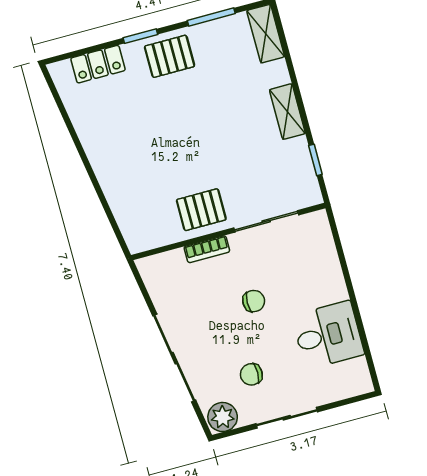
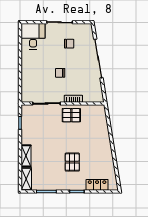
pallet: (170, 56) -> (72, 162), moved, turned 90
shelving: (287, 112) -> (26, 156), moved
desk: (328, 335) -> (33, 36), moved, turned 90
plant: (223, 417) -> (85, 30), removed

